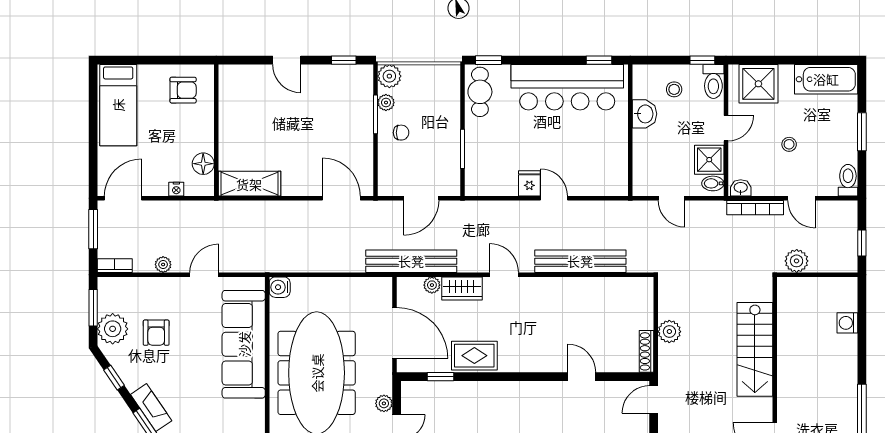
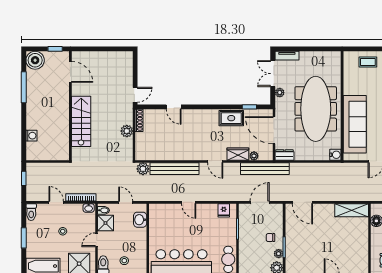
washbasin: (645, 114) -> (140, 220), moved
fridge: (529, 183) -> (224, 210), moved
plant: (797, 261) -> (143, 169), moved
dresser: (375, 287) -> (284, 155), added

